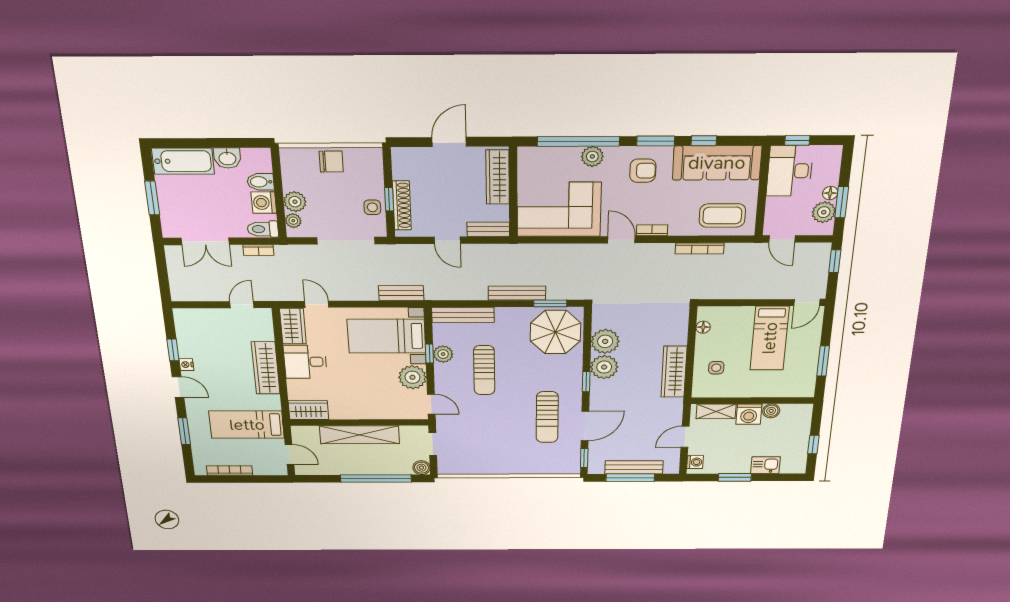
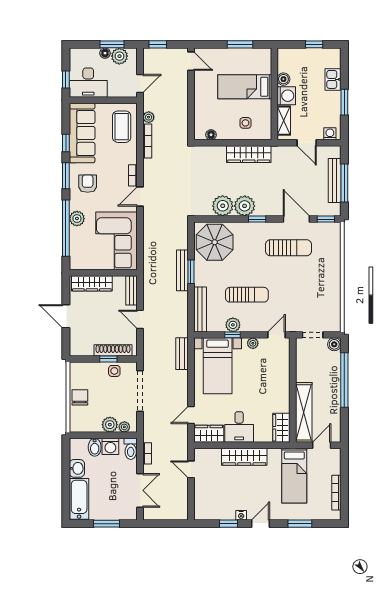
door: (447, 240) -> (140, 319), swing flipped
plant: (733, 250) -> (149, 117), added
window: (550, 303) -> (191, 272), moved
bed: (770, 338) -> (245, 87), moved, turned 180
plant: (412, 377) -> (253, 343), width x0.53, depth x0.53
shelving: (360, 435) -> (304, 412), moved

